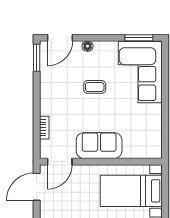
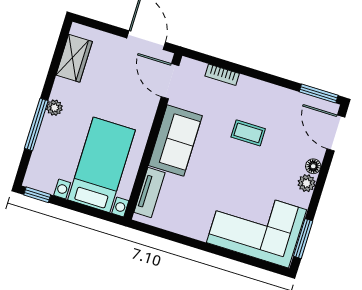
plant: (100, 47) -> (307, 183), added
coffee table: (95, 87) -> (248, 133), moved, turned 90
tv unit: (140, 152) -> (149, 192), added

